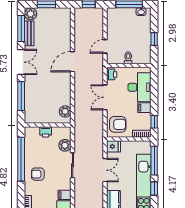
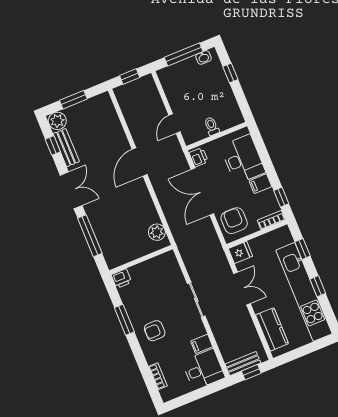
window: (21, 28) -> (53, 146), width x0.46
window: (154, 39) -> (230, 73), moved
double door: (105, 97) -> (202, 192), width x1.37
armchair: (118, 124) -> (234, 221), turned -90
printer: (46, 132) -> (121, 279), moved
plant: (65, 145) -> (175, 277), removed
window: (21, 159) -> (124, 320), width x0.47
window: (154, 161) -> (303, 249), width x0.46

